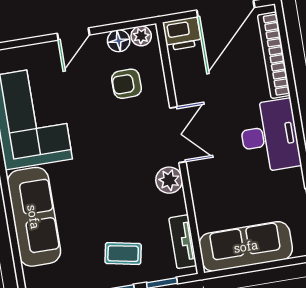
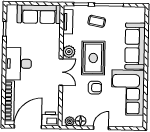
armchair: (127, 84) -> (95, 88), moved
double door: (178, 135) -> (61, 72), swing flipped
rug: (116, 176) -> (93, 58), added

